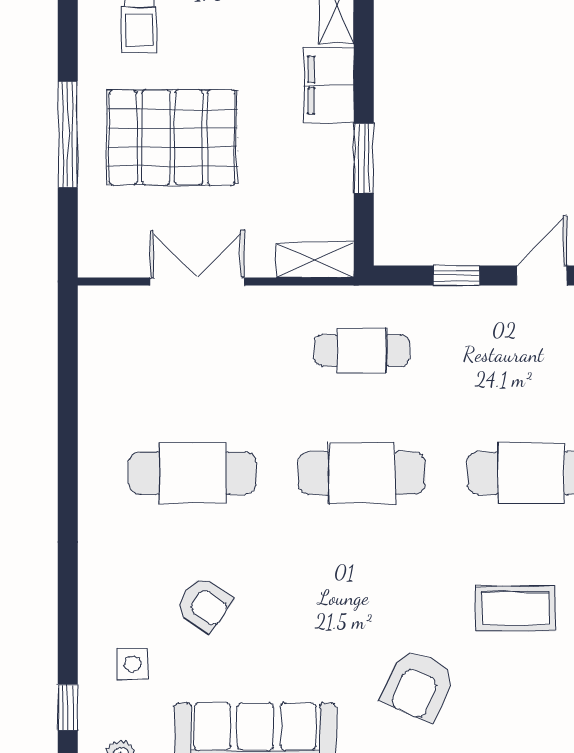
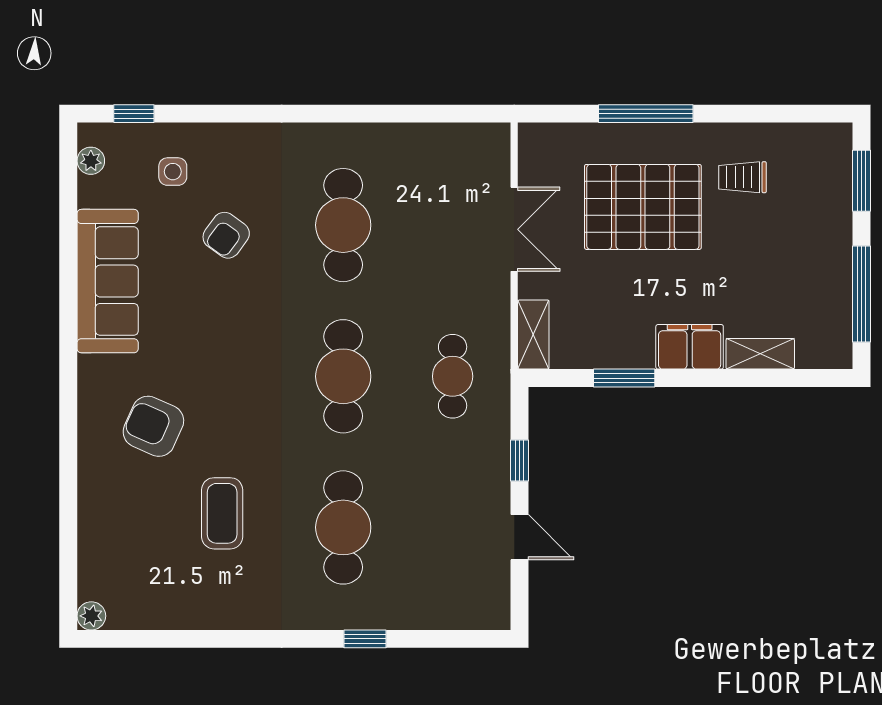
pallet: (172, 138) -> (643, 207), turned 90

